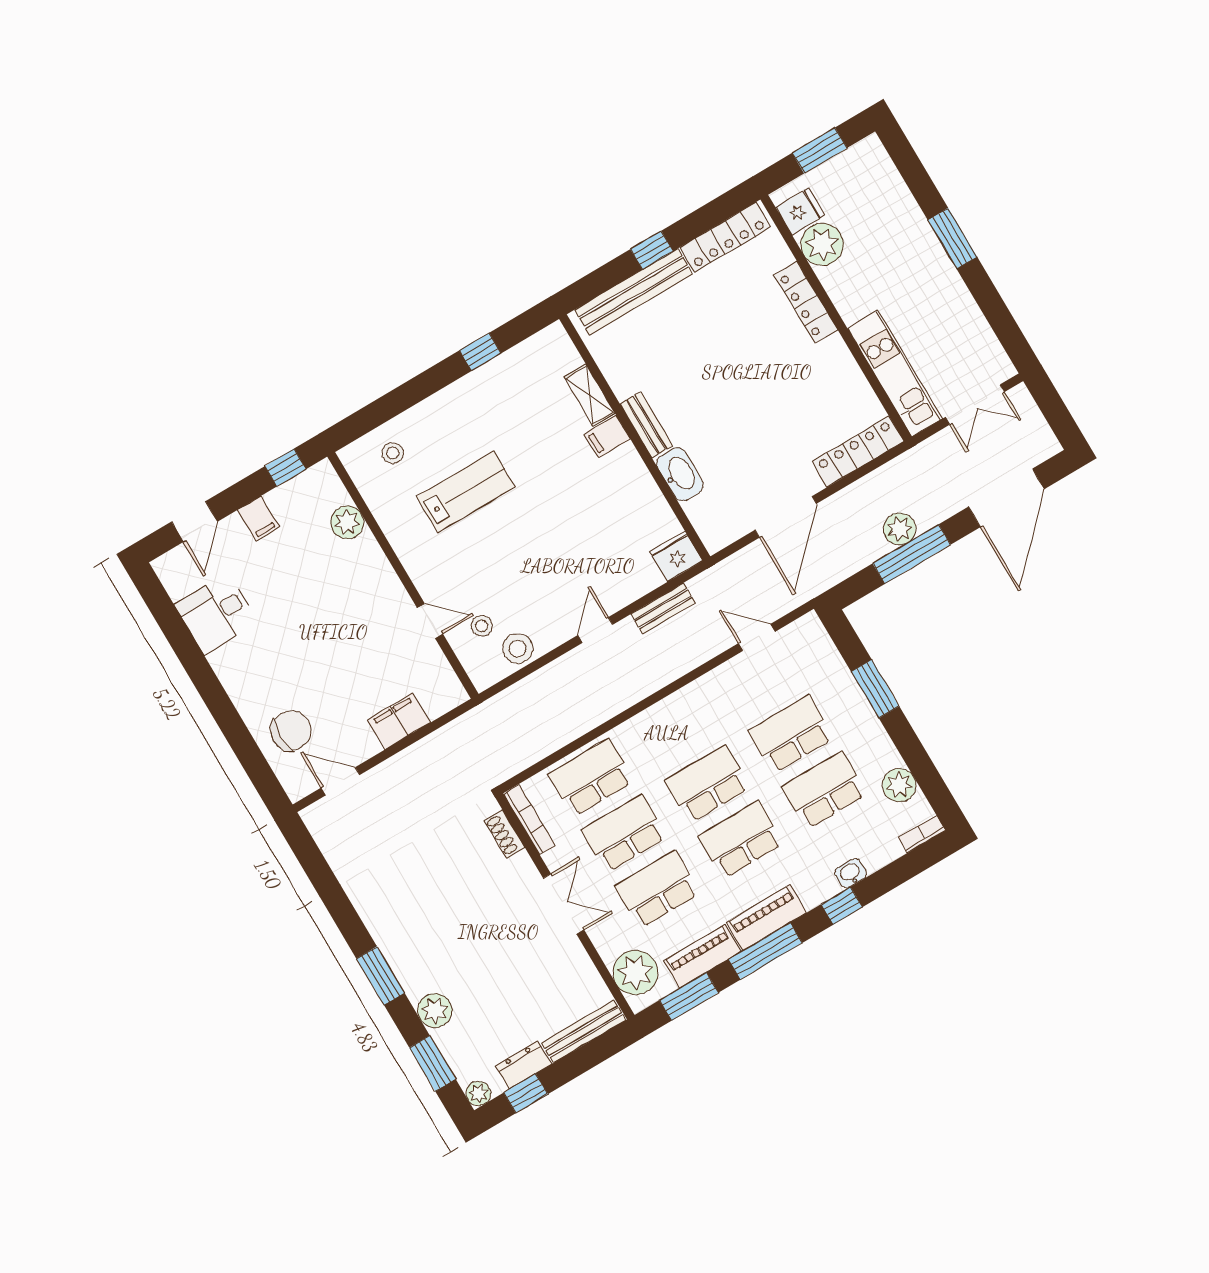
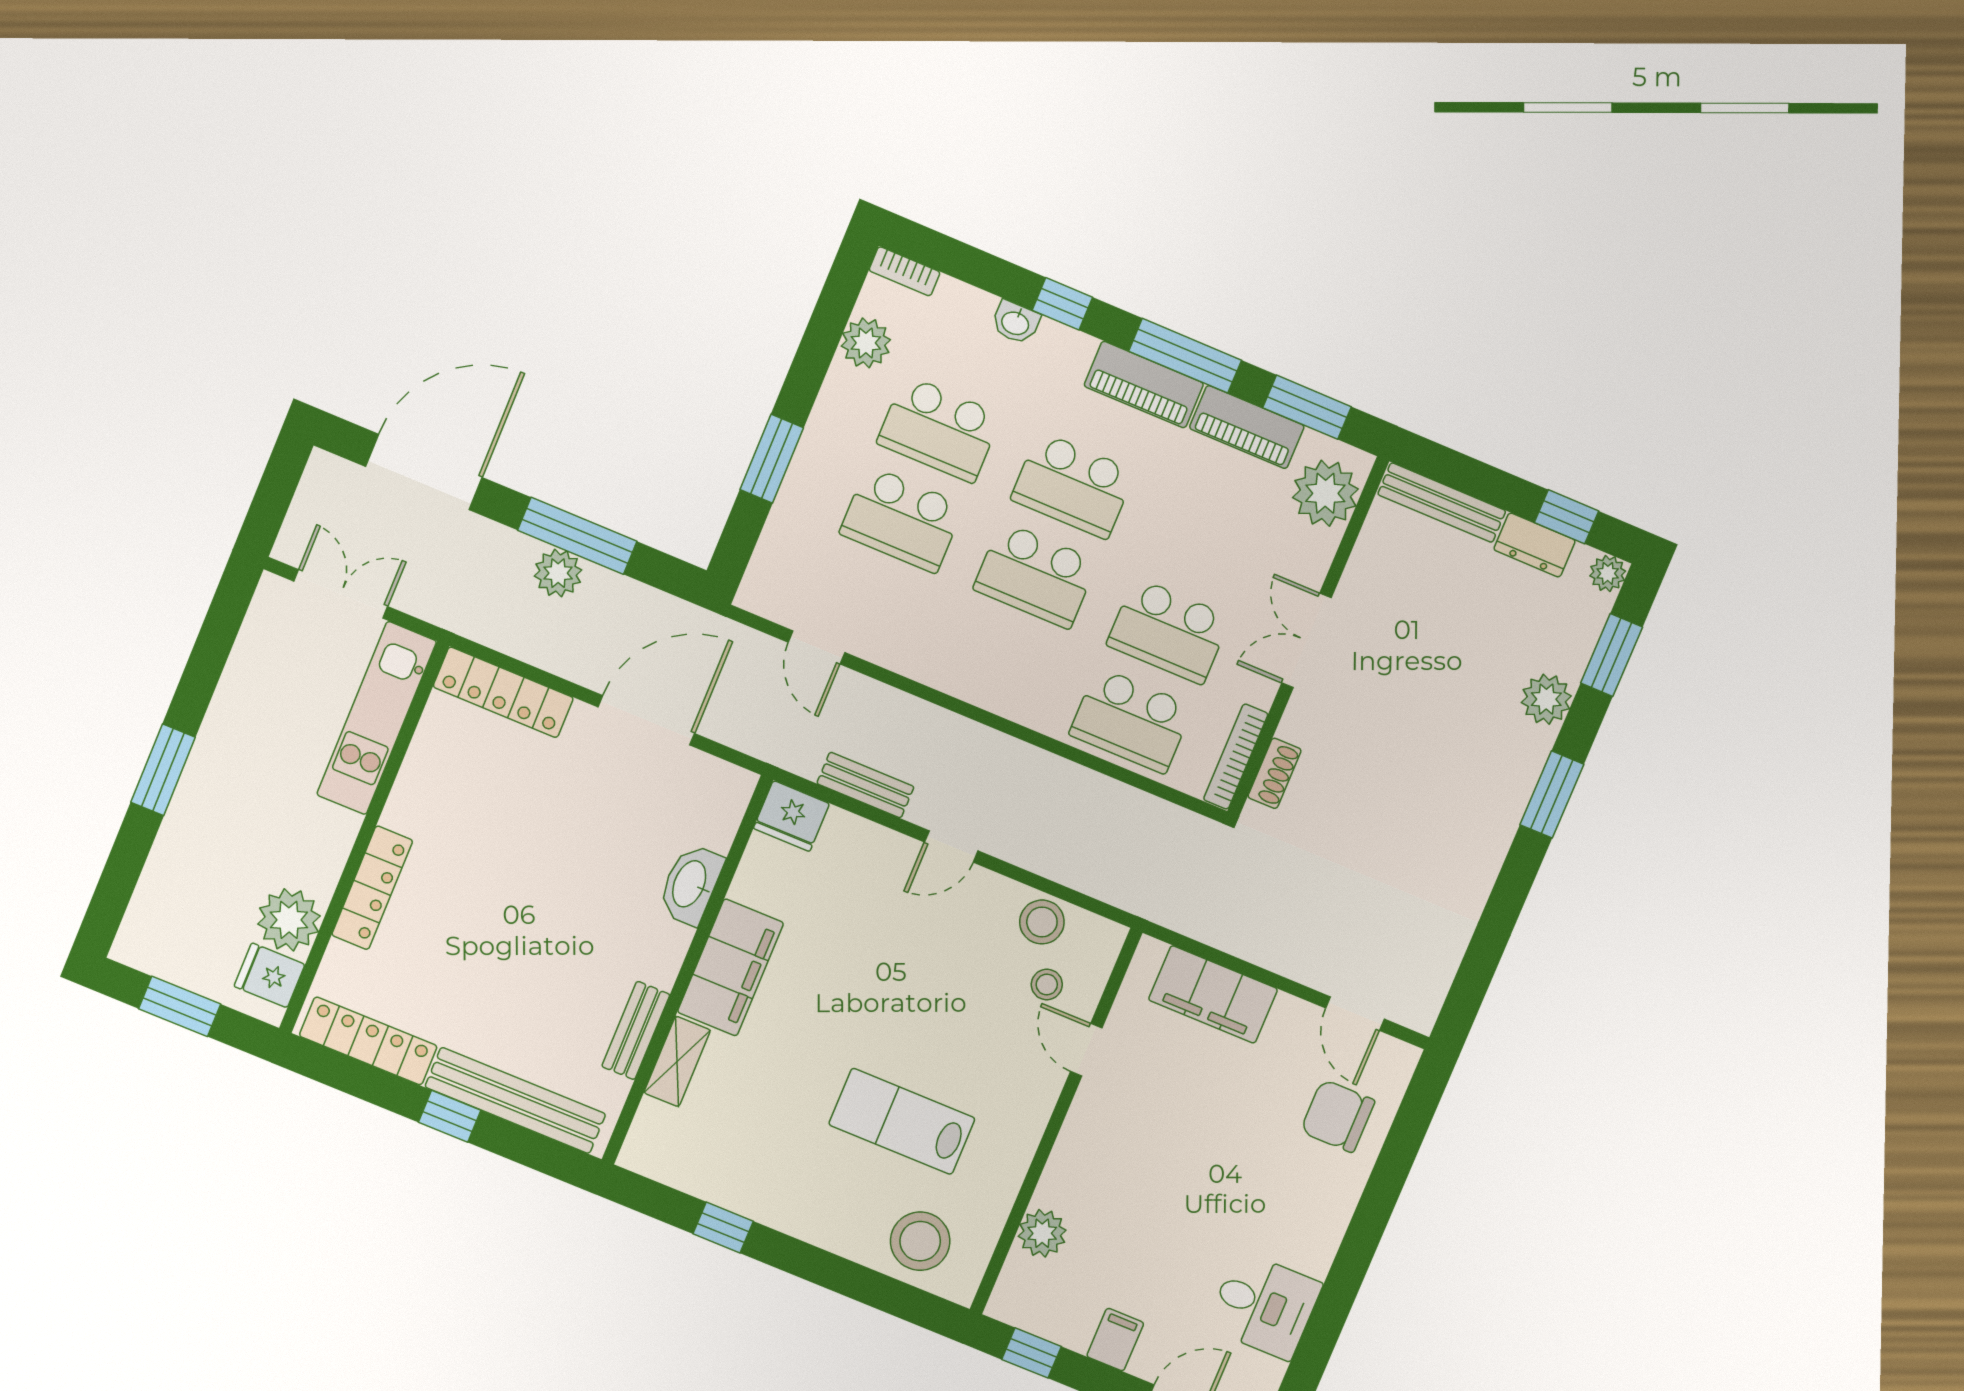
bench: (646, 425) -> (636, 1030), moved
filing cabinet: (607, 437) -> (730, 967), width x3.00, depth x1.17
stool: (393, 453) -> (920, 1241), width x1.89, depth x1.89
filing cabinet: (399, 721) -> (1213, 994), width x1.50, depth x1.17
school desk: (657, 889) -> (1206, 541), removed

